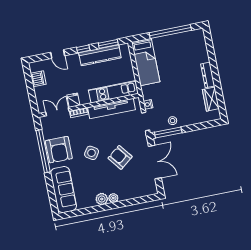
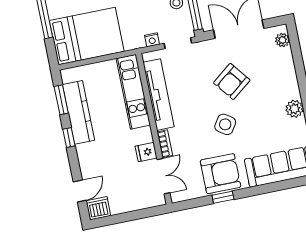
door: (58, 54) -> (80, 191), moved
bed: (146, 62) -> (87, 36), width x1.50
dishwasher: (38, 79) -> (98, 208), moved
double door: (57, 112) -> (163, 176), swing flipped
window: (43, 151) -> (223, 197), width x0.32
plant: (113, 198) -> (282, 40), moved

